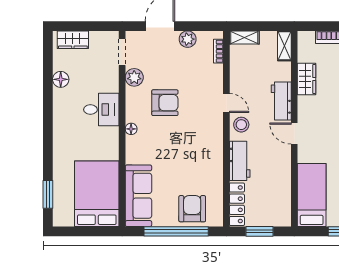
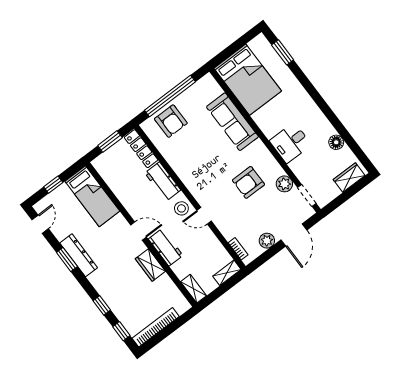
wardrobe: (307, 79) -> (150, 265), moved
floor lamp: (131, 129) -> (258, 145), removed
sofa: (138, 196) -> (232, 122), moved

